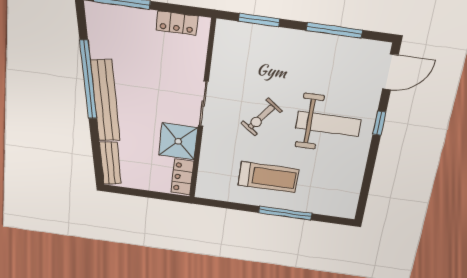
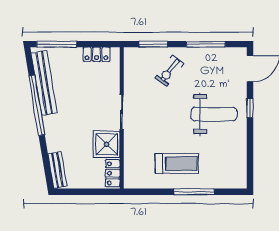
bench: (105, 101) -> (44, 83), moved
exercise bike: (261, 117) -> (169, 71), moved

